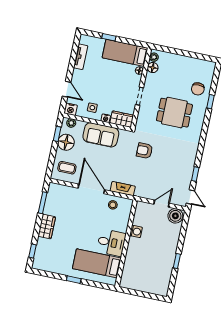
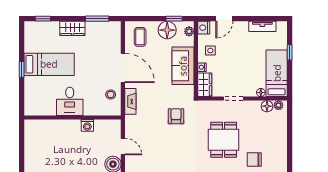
door: (91, 189) -> (123, 68), hinge flipped
bed: (97, 263) -> (49, 64), moved, turned 90

